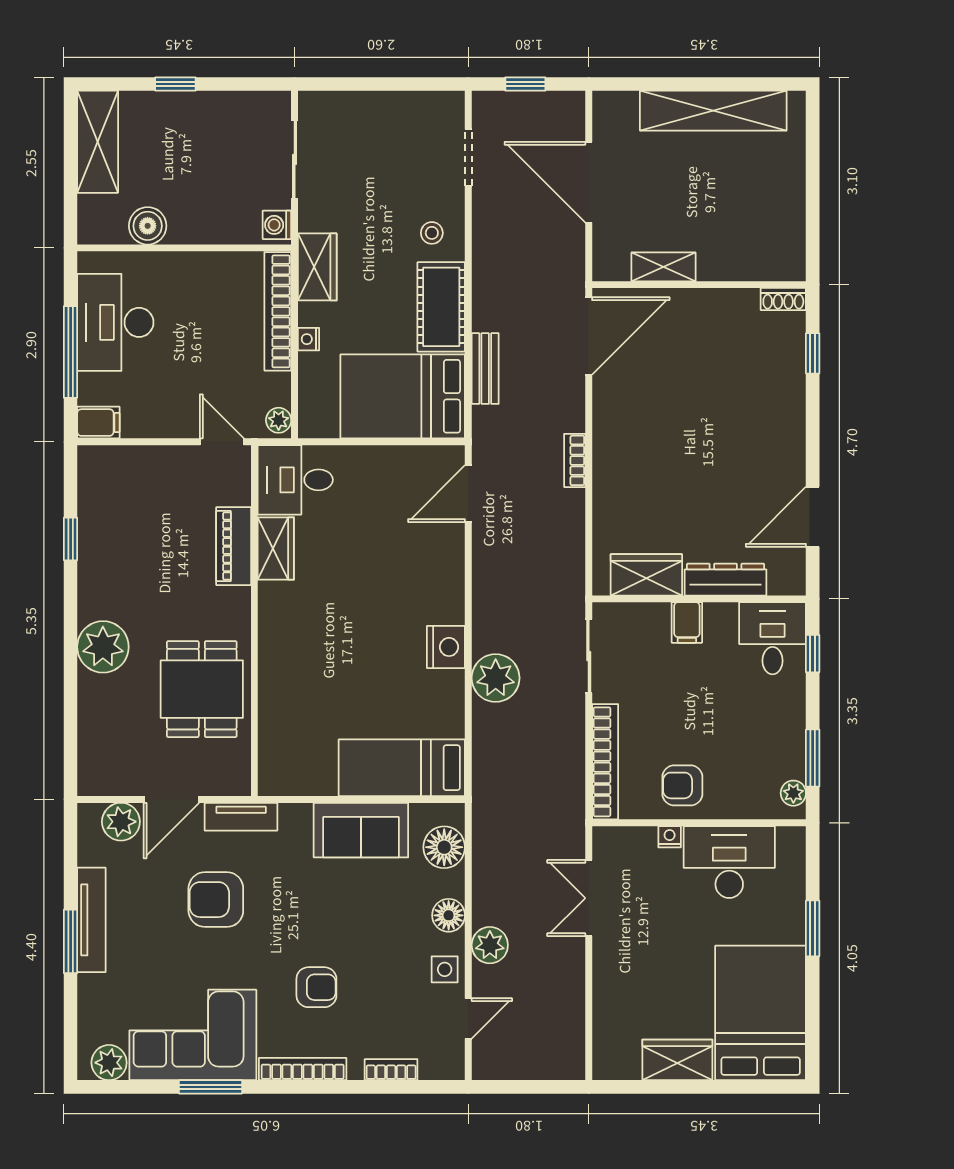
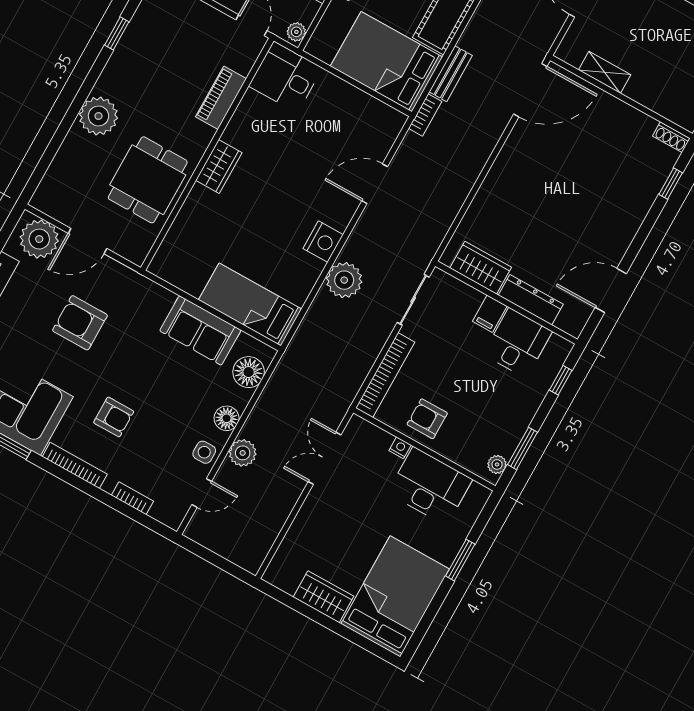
bookcase: (575, 460) -> (425, 115), moved, turned 180
door: (468, 494) -> (375, 184), moved
wardrobe: (276, 548) -> (219, 166), moved
desk: (773, 638) -> (518, 343), moved
tv unit: (241, 817) -> (127, 278), removed
plant: (121, 822) -> (39, 239), width x1.36, depth x1.36

